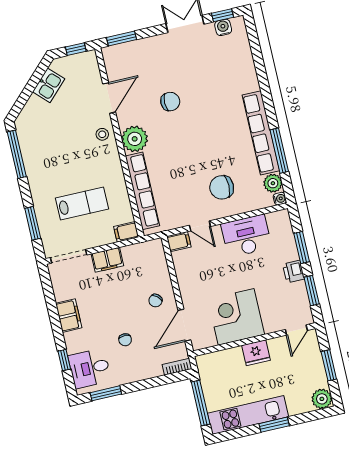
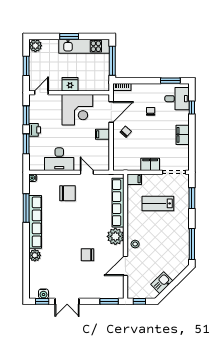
plant: (273, 183) -> (35, 255), moved
filing cabinet: (179, 242) -> (103, 134), moved

